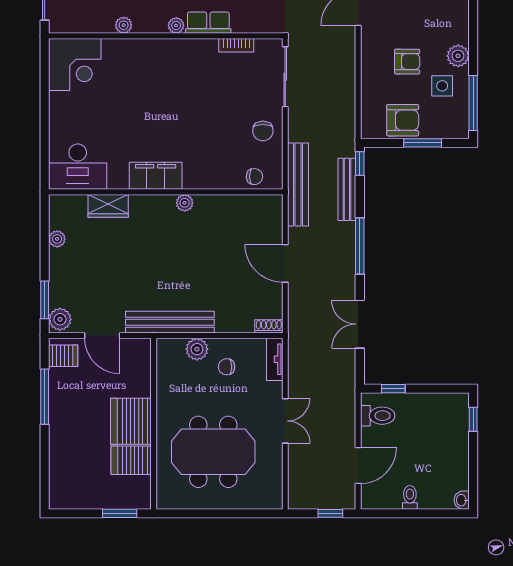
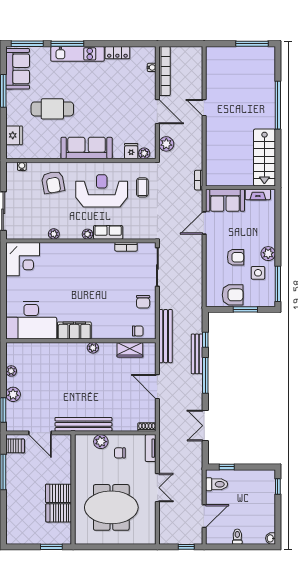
window: (360, 163) -> (205, 340), moved
desk: (78, 167) -> (31, 320), width x1.36, depth x1.30
bench: (347, 189) -> (197, 354), moved
wardrobe: (108, 206) -> (130, 350), moved
plant: (60, 319) -> (13, 394), moved
server rack: (131, 421) -> (59, 493), width x0.63

